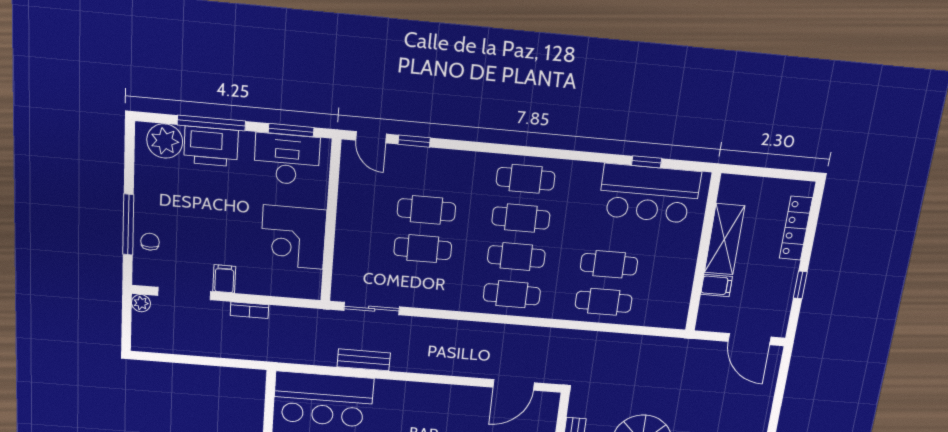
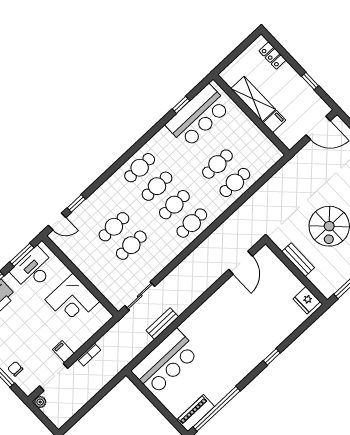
locker: (796, 228) -> (273, 56), width x0.66

